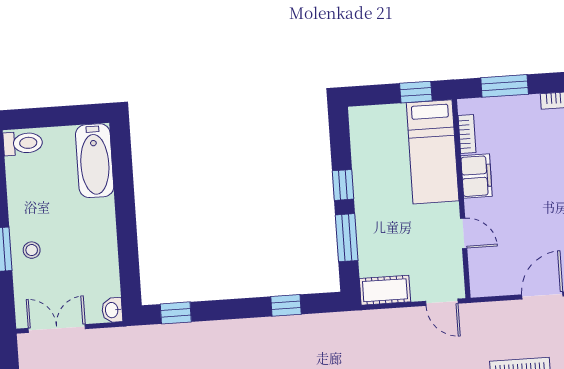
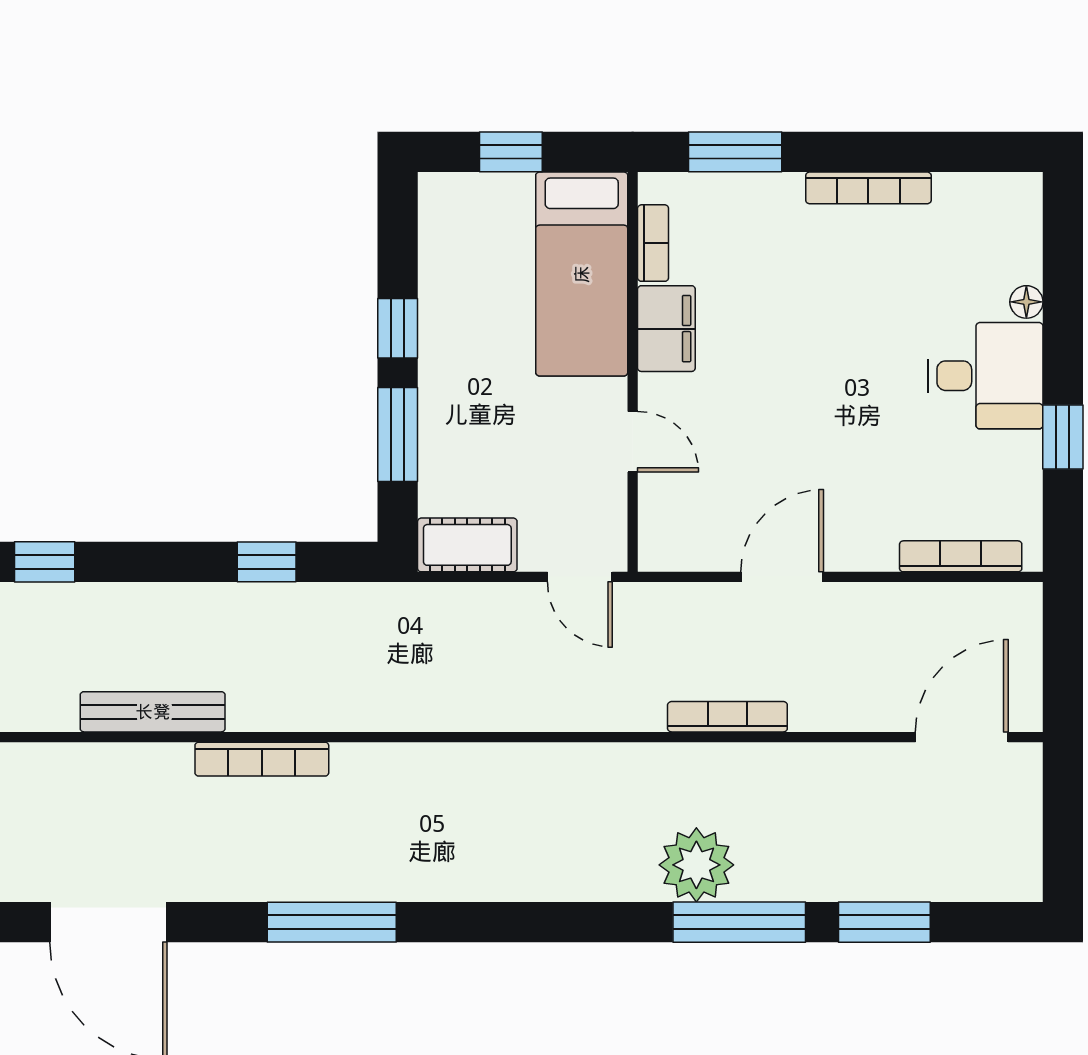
window: (416, 92) -> (511, 152), moved

